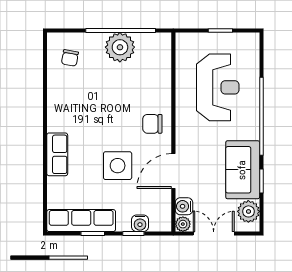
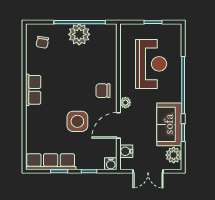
row of seats: (57, 154) -> (33, 90), moved
water cooler: (140, 223) -> (111, 164), moved
plant: (183, 224) -> (125, 103), moved
double door: (214, 234) -> (148, 171), swing flipped

